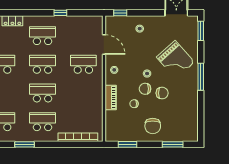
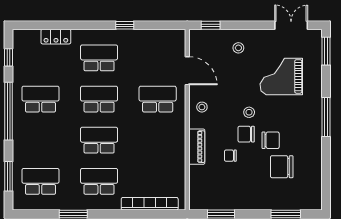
grand piano: (175, 60) -> (281, 76), moved, turned 132
chair: (153, 126) -> (282, 167), moved, turned 90

